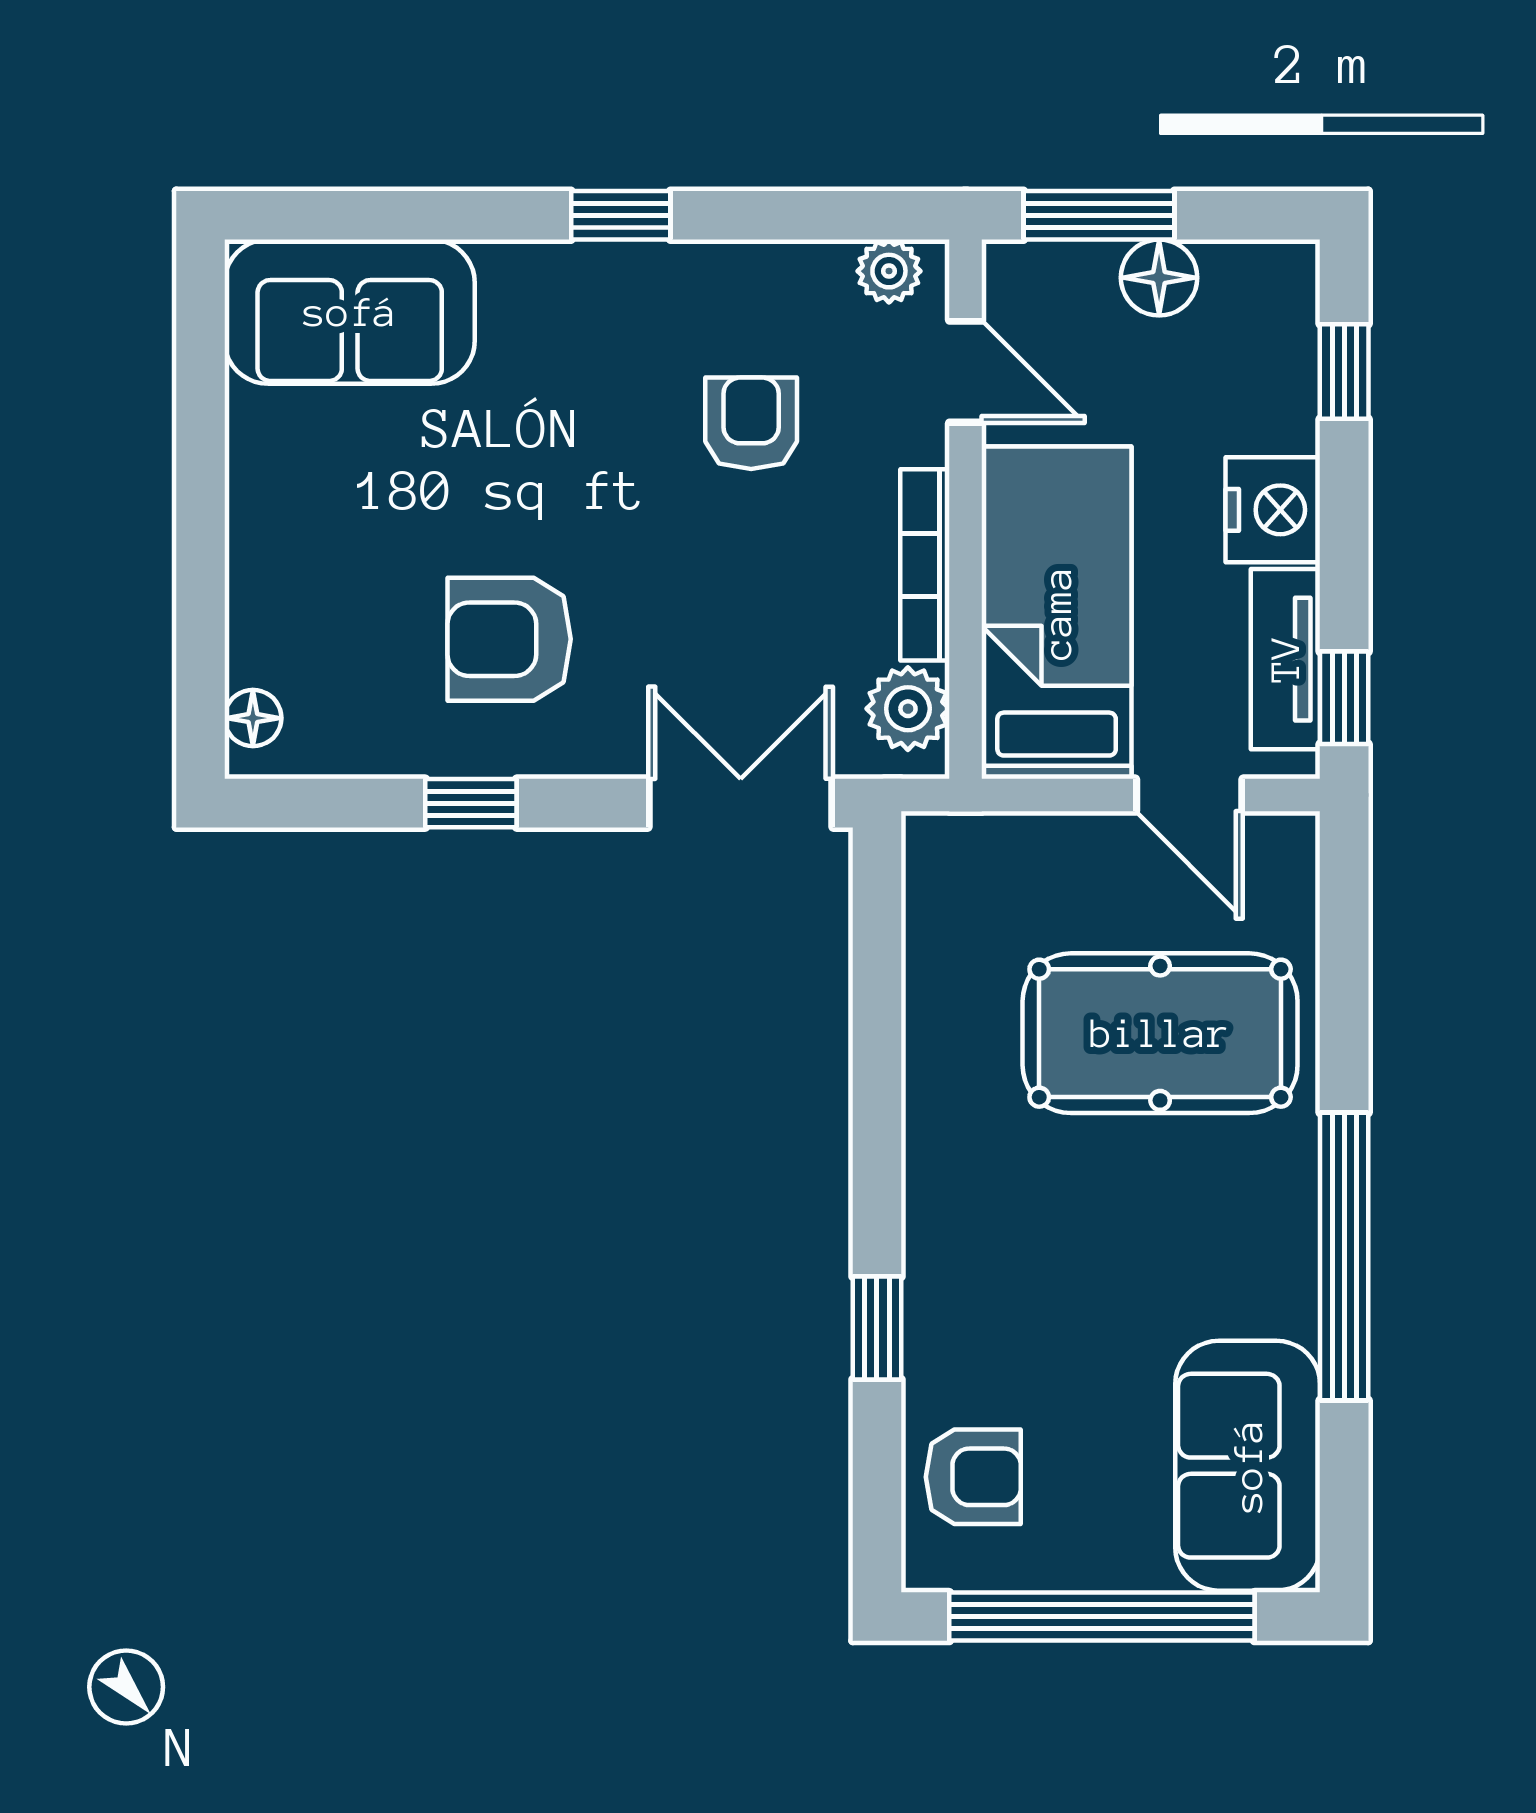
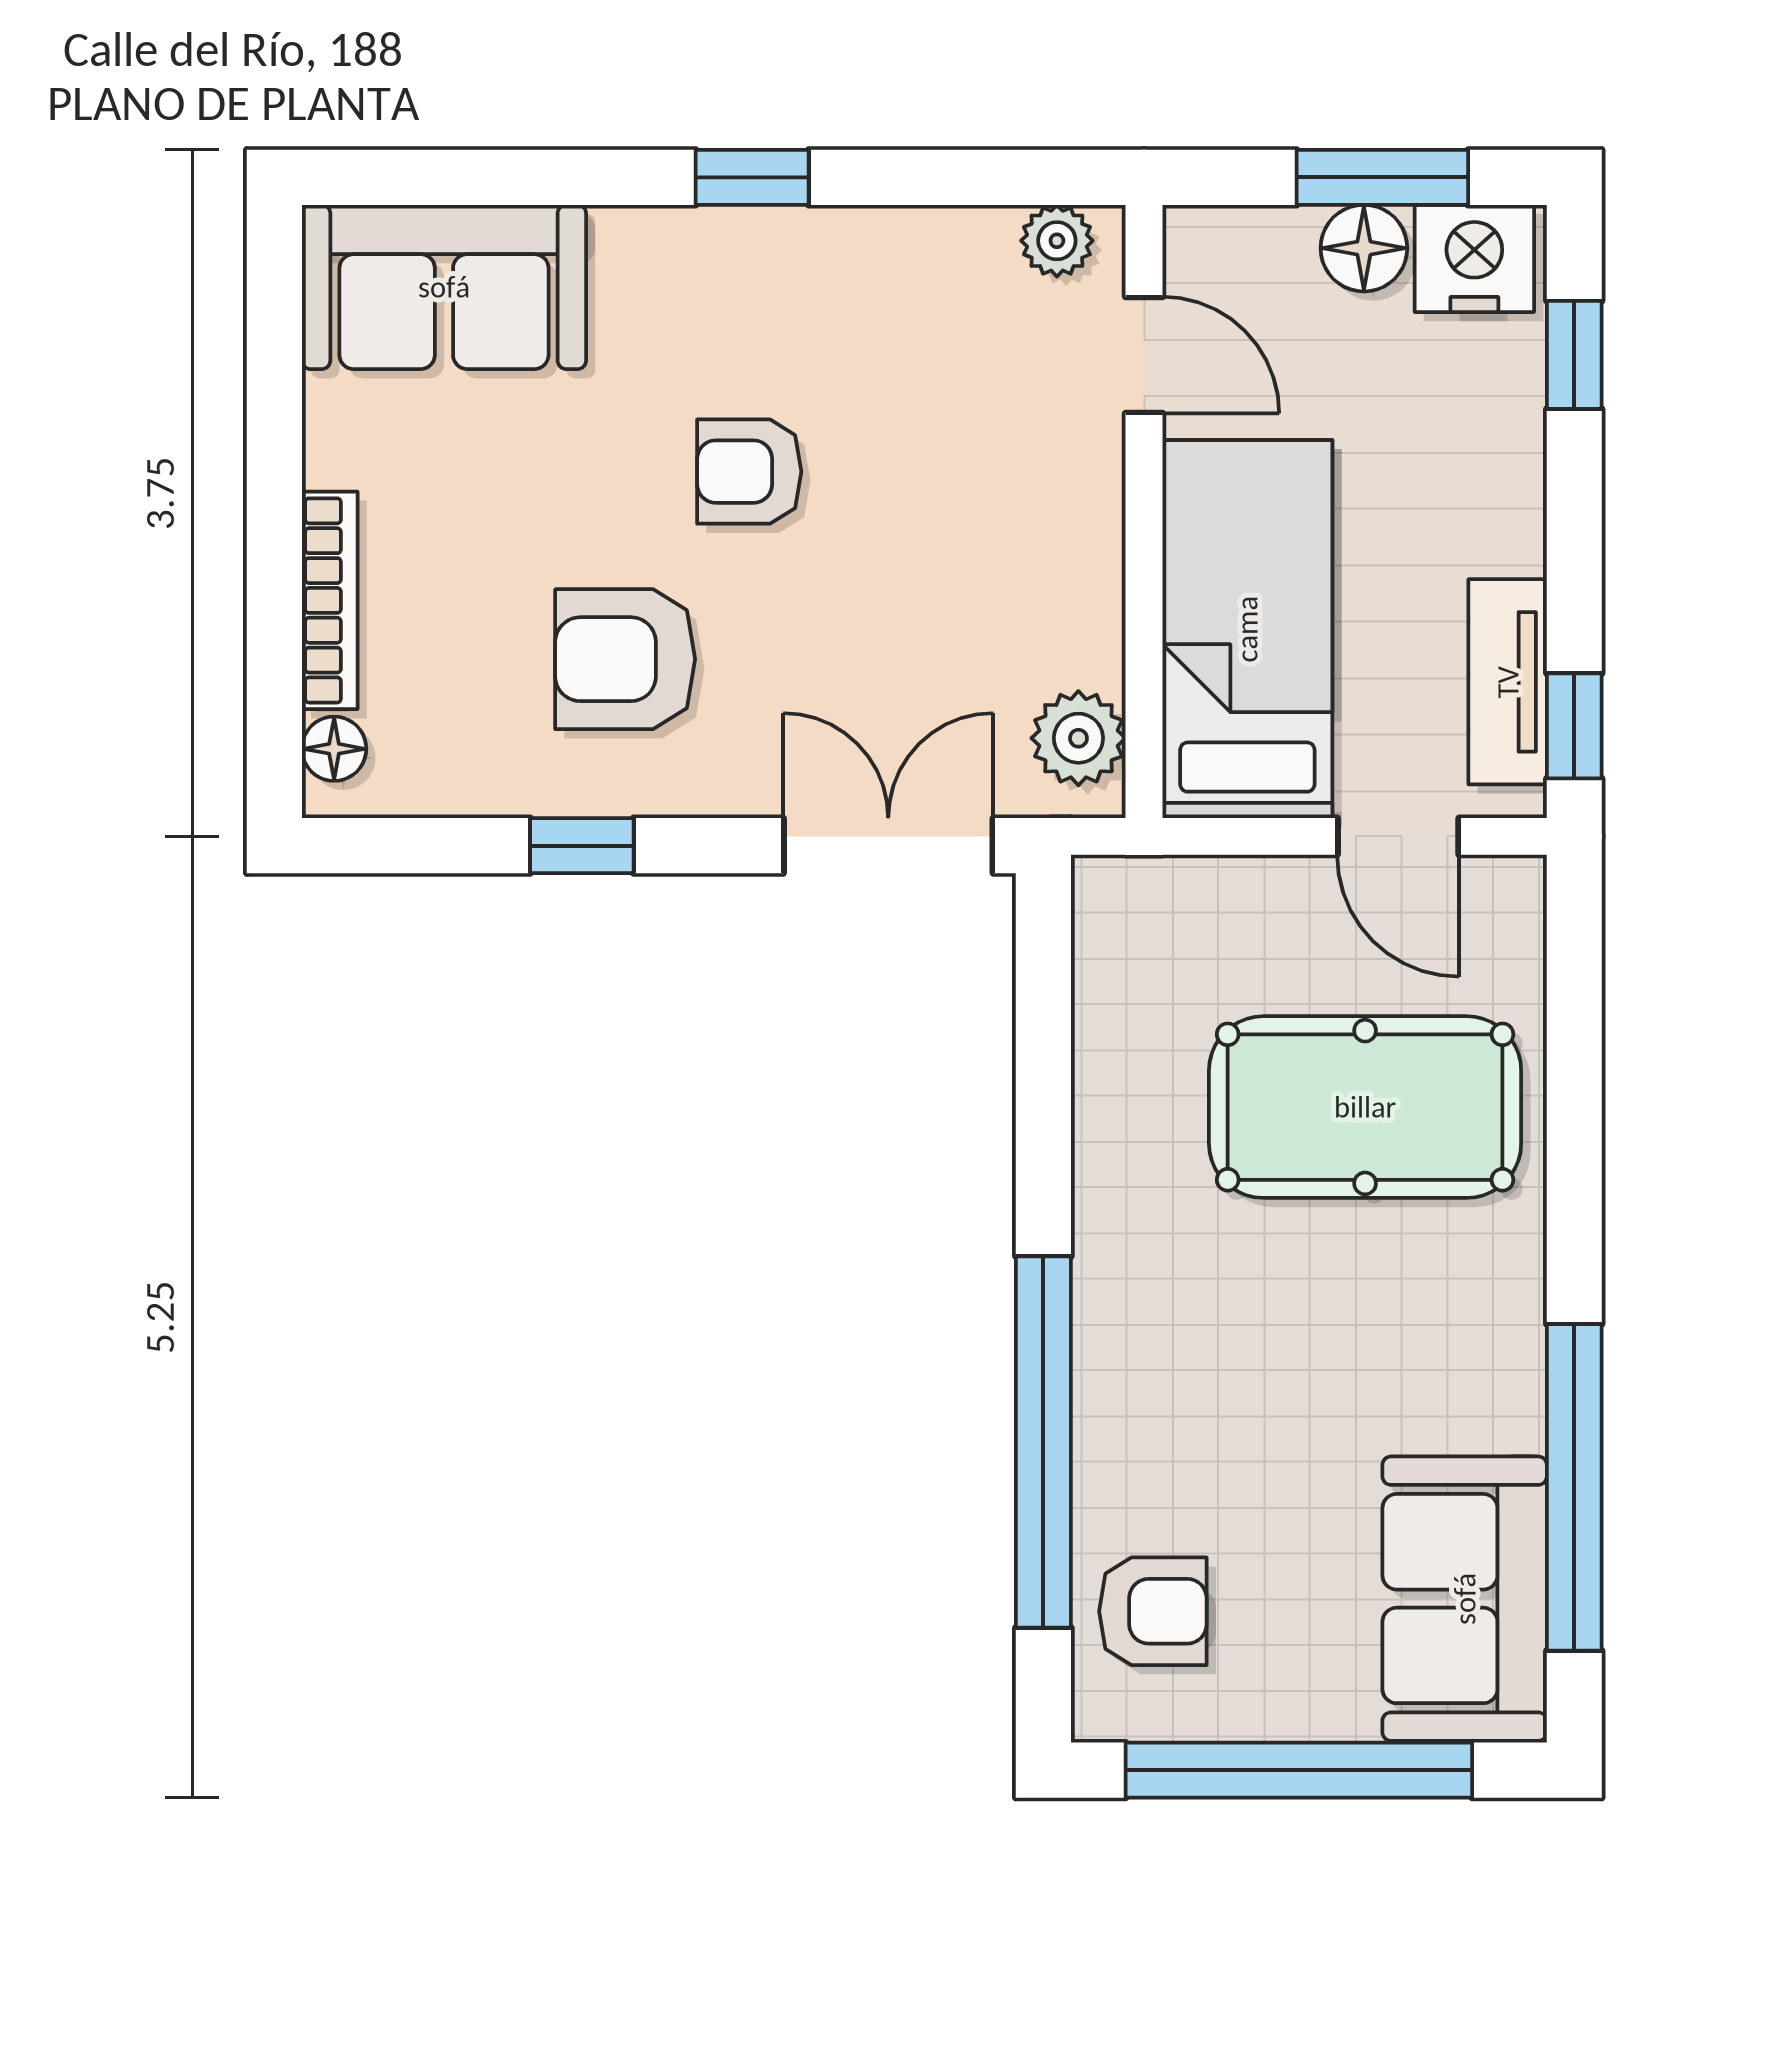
window: (1099, 215) -> (1382, 177), moved
armchair: (751, 423) -> (749, 472), moved, turned -90
nightstand: (1273, 510) -> (1474, 258), moved, turned -90
bookcase: (925, 565) -> (330, 600), moved, turned 180
window: (1344, 1256) -> (1574, 1487), moved
window: (877, 1328) -> (1043, 1442), width x3.17

